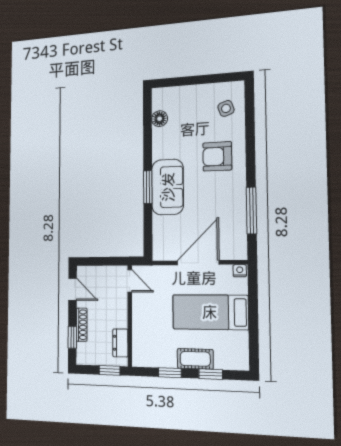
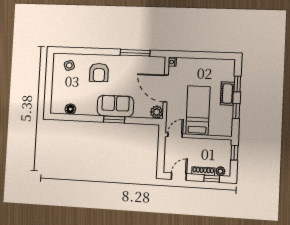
plant: (162, 251) -> (157, 112), added
bed: (210, 312) -> (198, 110), moved, turned 180
dresser: (120, 343) -> (216, 144), removed
plant: (83, 350) -> (220, 171), added

